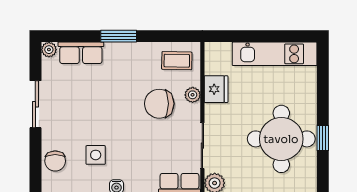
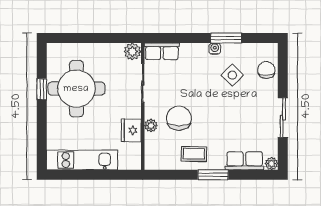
coffee table: (177, 61) -> (194, 154), moved
chair: (159, 104) -> (179, 118), turned -90
side table: (96, 155) -> (232, 75), turned 45

